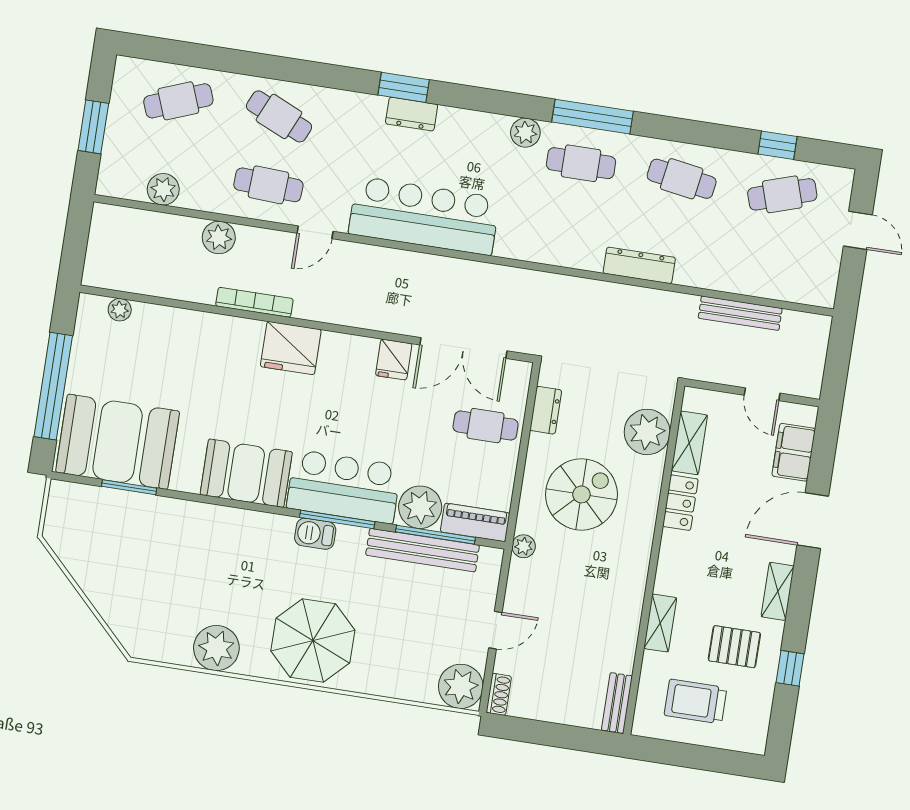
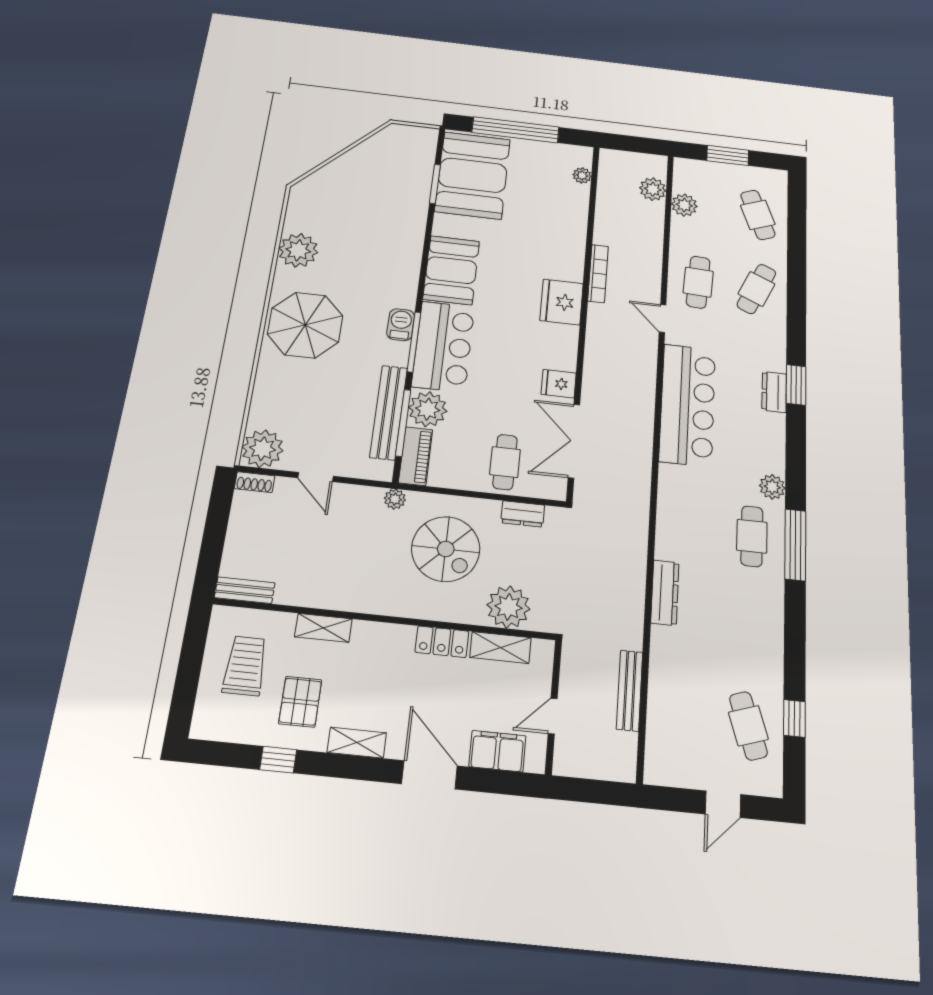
cafe table: (682, 179) -> (750, 628), removed
plant: (219, 237) -> (653, 189), moved

